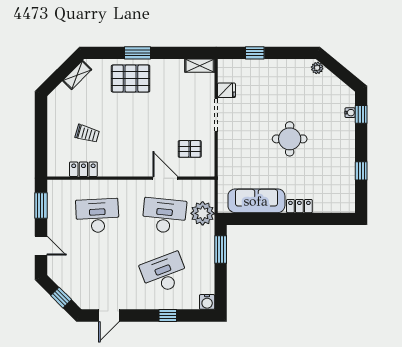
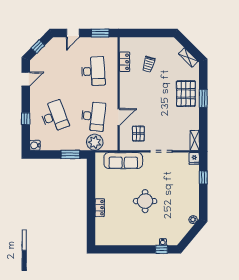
fridge: (226, 90) -> (194, 158), moved
window: (361, 171) -> (123, 249), removed
sofa: (256, 201) -> (123, 161), moved, turned 90
door: (109, 316) -> (26, 79), swing flipped

